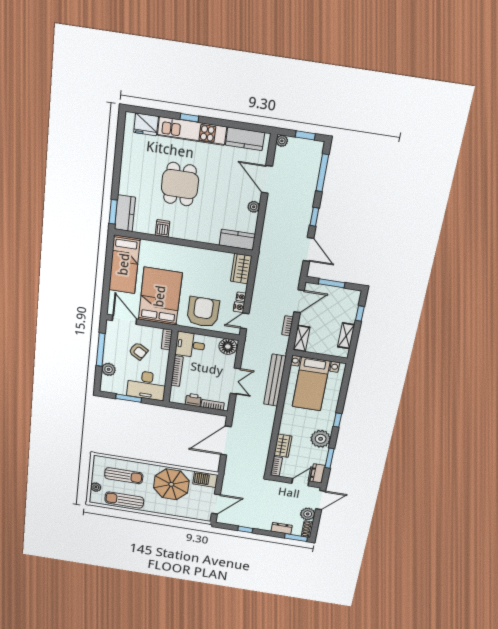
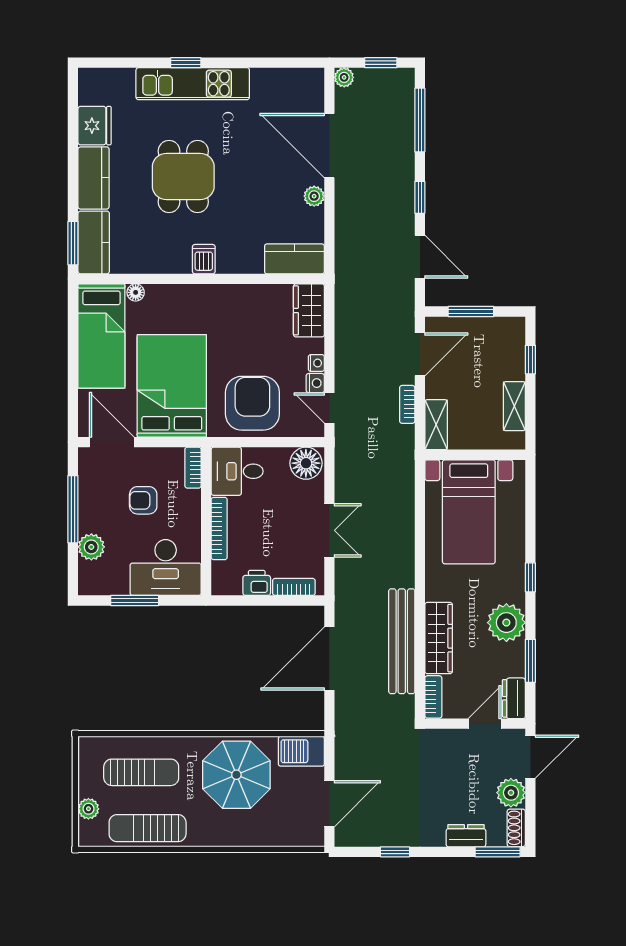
fridge: (146, 124) -> (95, 126), moved, turned -90
kitchen counter: (245, 139) -> (94, 178), moved, turned -90
door: (267, 179) -> (329, 146), width x1.36
dishwasher: (162, 228) -> (204, 259), moved
floor lamp: (146, 244) -> (136, 292), added
door: (245, 321) -> (329, 408), hinge flipped
armchair: (138, 351) -> (143, 500), turned 149
bench: (275, 380) -> (402, 641), moved
wardrobe: (283, 446) -> (439, 638), width x1.50

